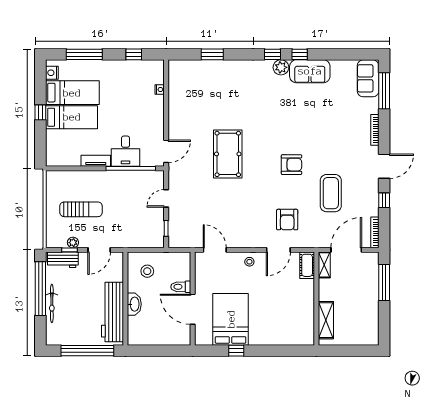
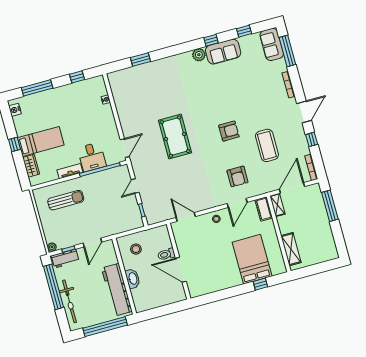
window: (272, 54) -> (244, 31), moved
bed: (72, 93) -> (36, 121), removed
wardrobe: (53, 142) -> (31, 166), added
sun lounger: (81, 209) -> (66, 200), moved
plant: (73, 243) -> (52, 247), moved
bicycle: (52, 303) -> (69, 301), width x1.37, depth x1.40
bed: (231, 319) -> (252, 259), moved
window: (236, 351) -> (260, 284), moved

